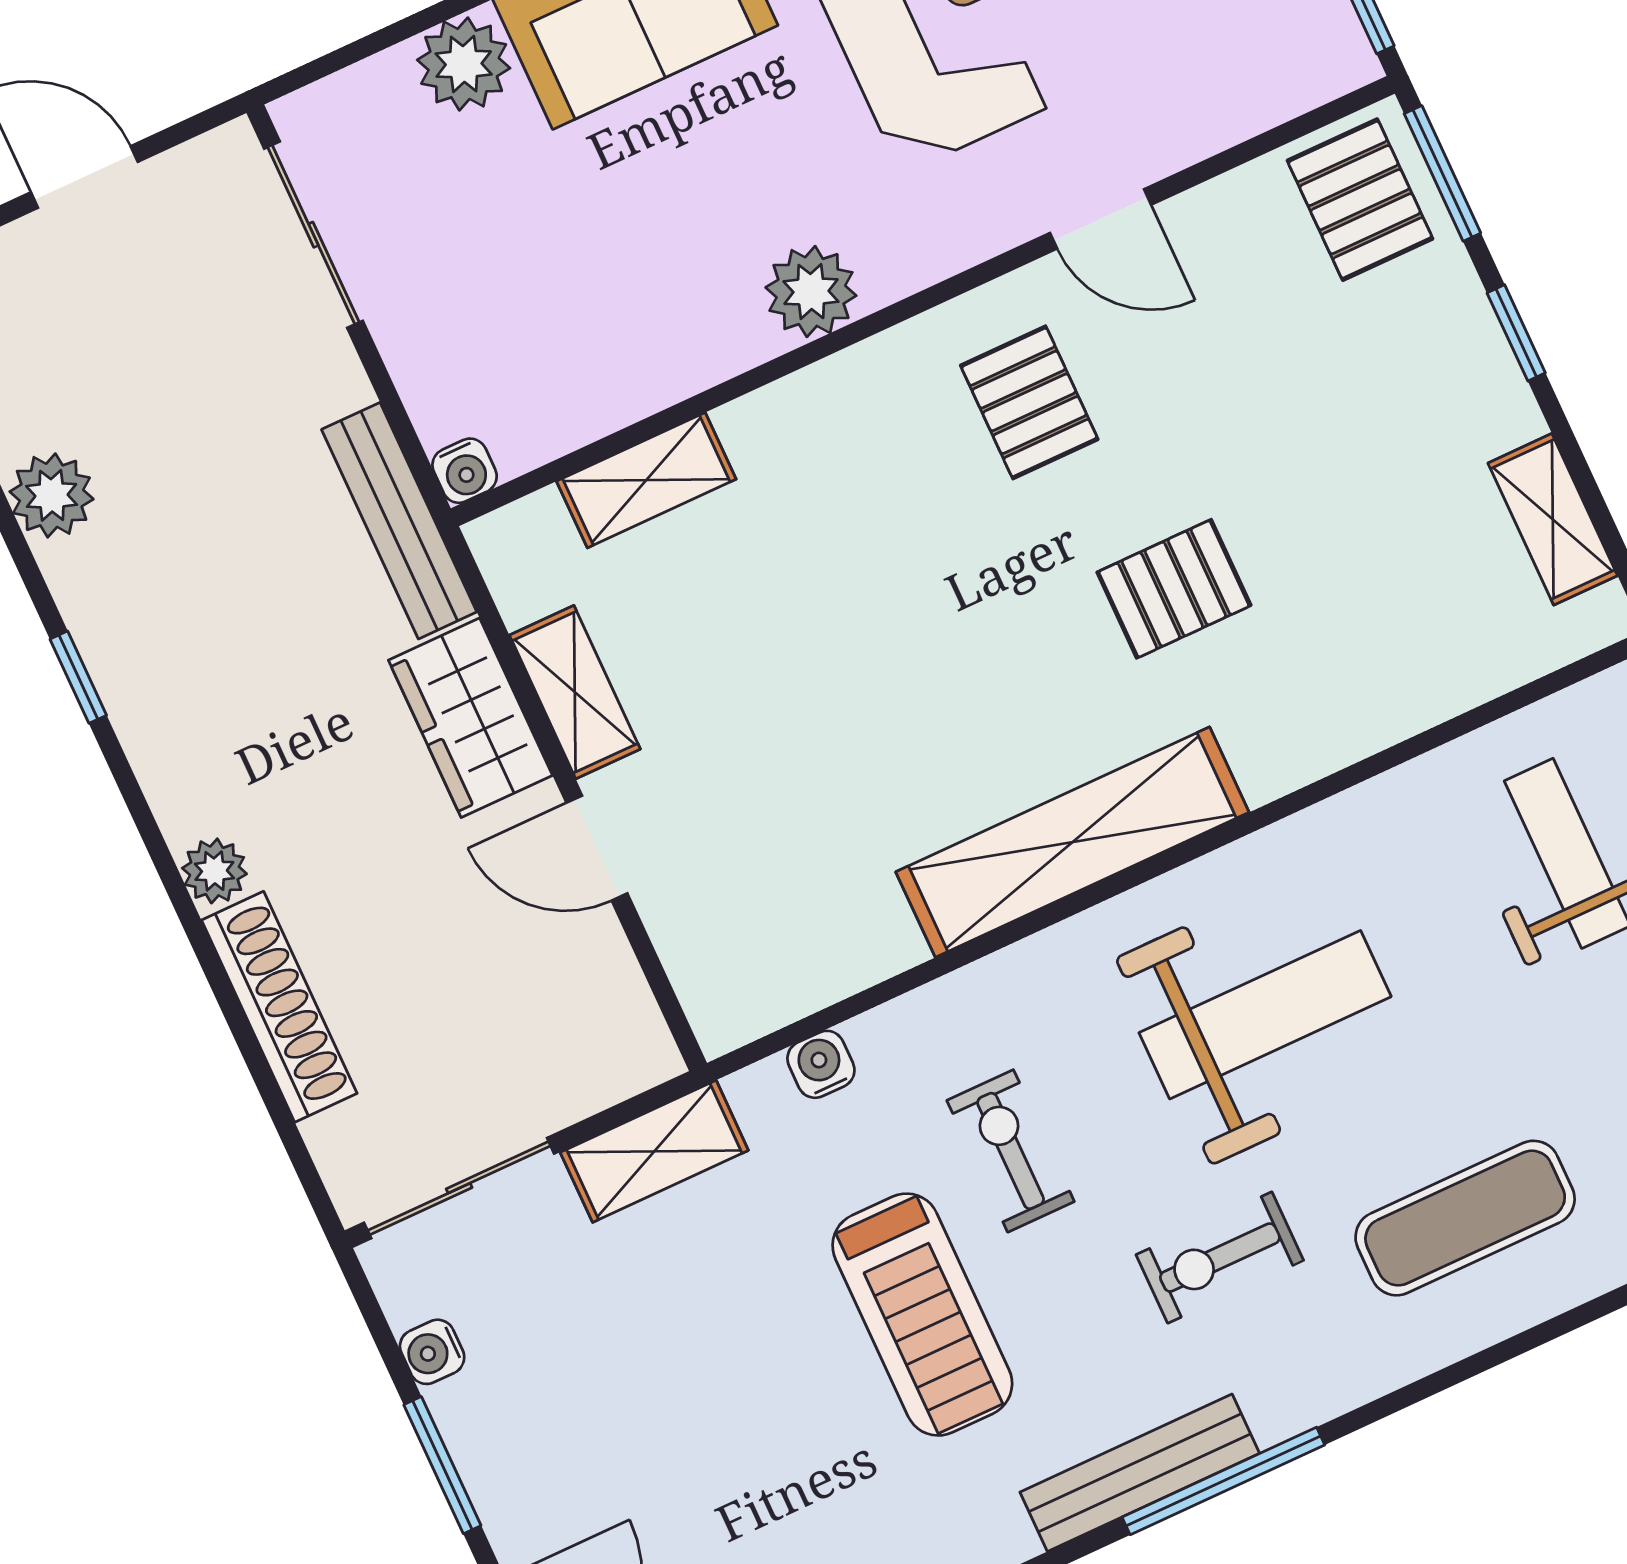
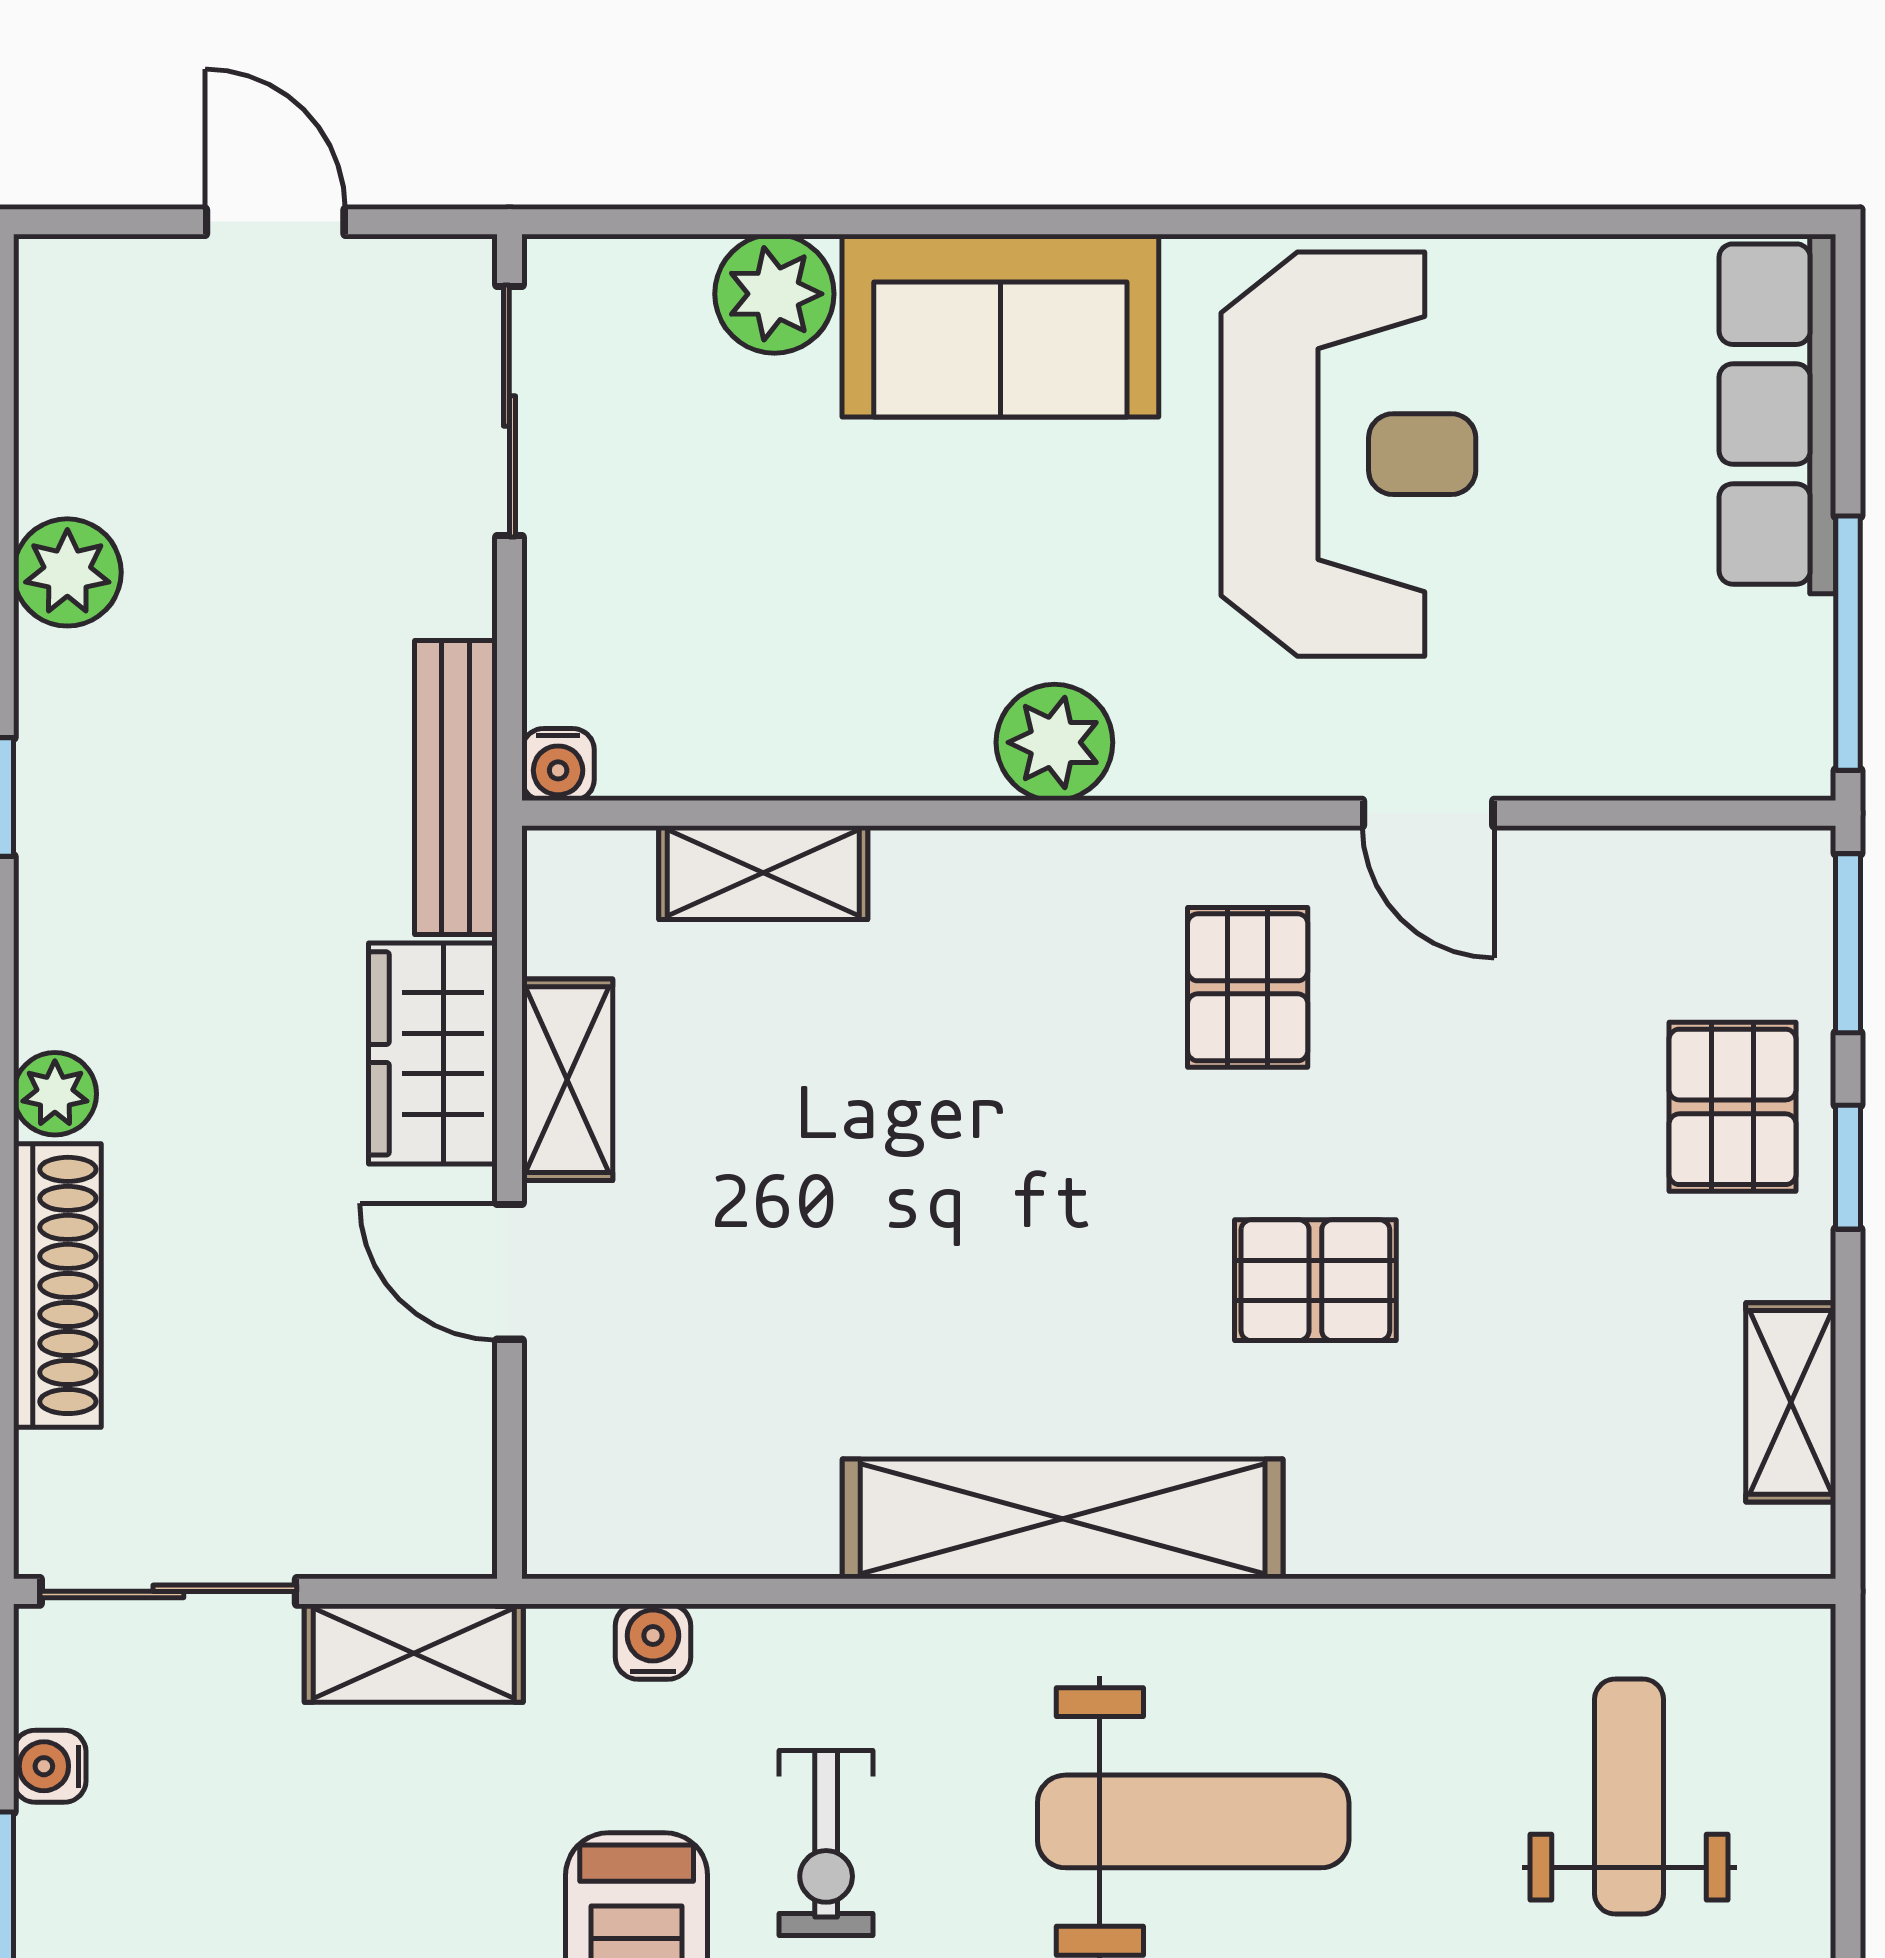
pallet: (1360, 200) -> (1732, 1107), moved
exercise bike: (1011, 1151) -> (826, 1843), turned 180

